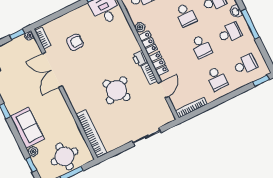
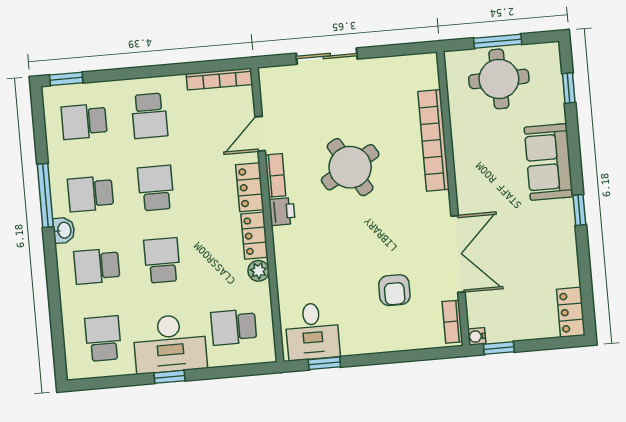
armchair: (75, 42) -> (394, 290), turned -90
school desk: (217, 79) -> (149, 116), turned 180
bookcase: (91, 134) -> (434, 140), moved
plant: (33, 152) -> (555, 112), removed

